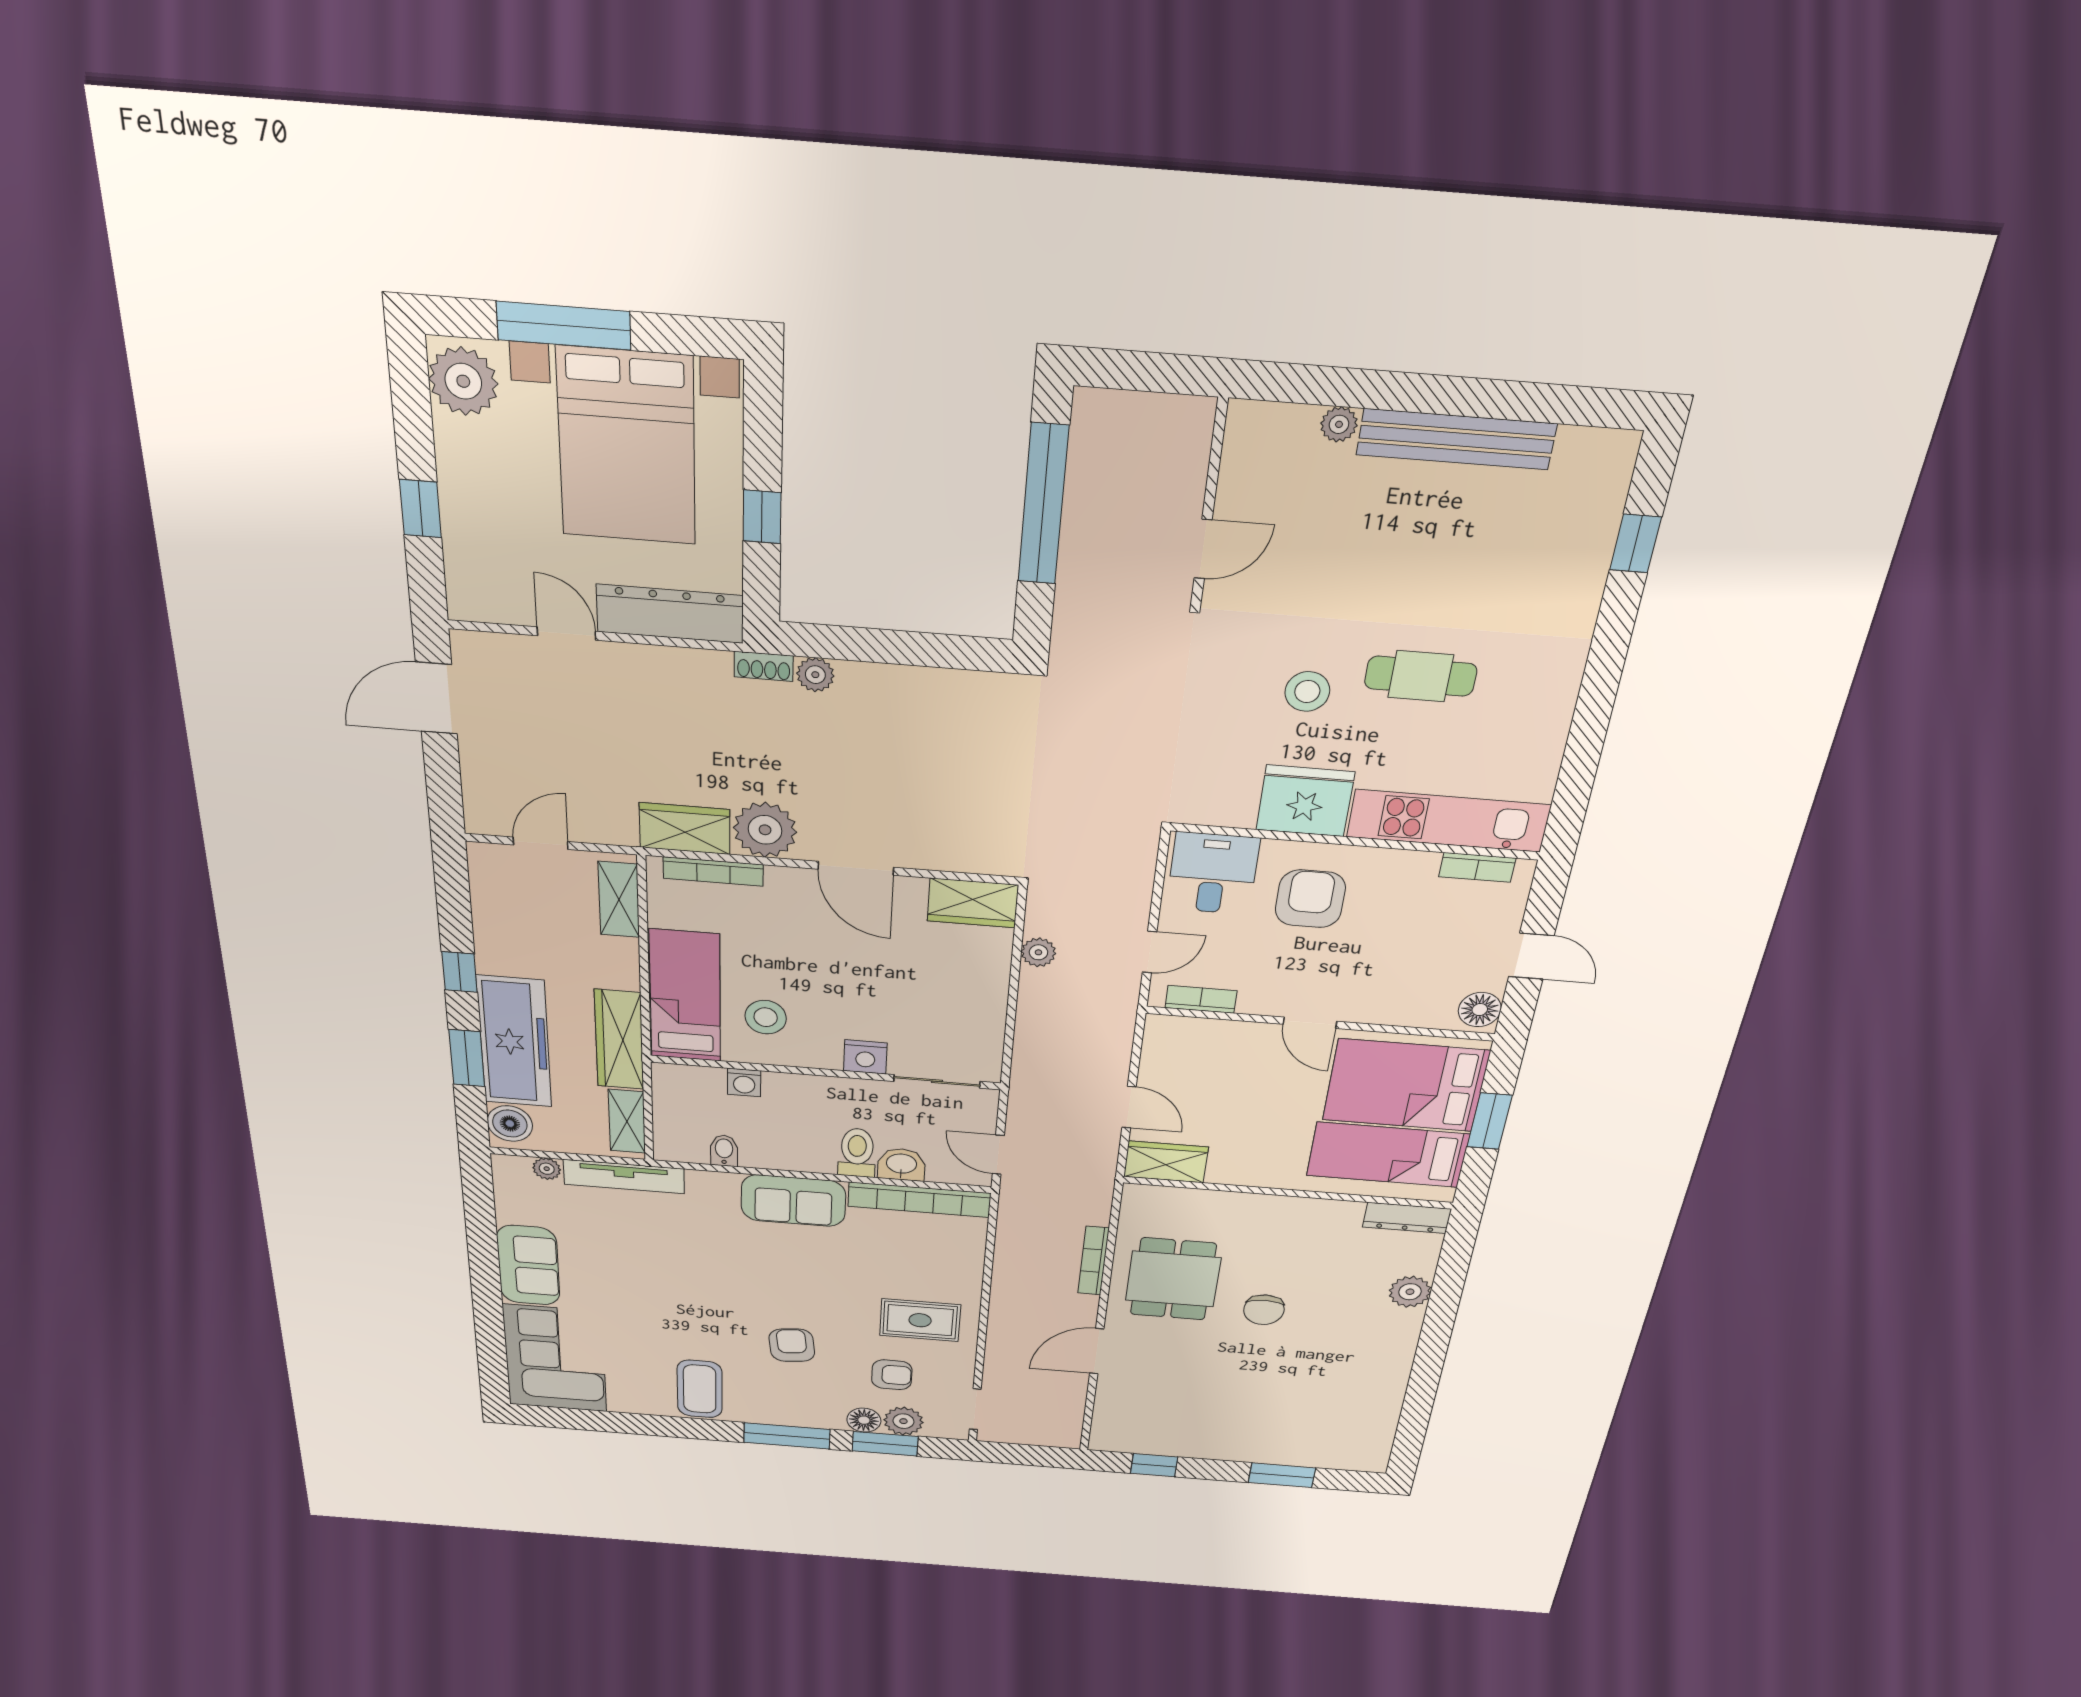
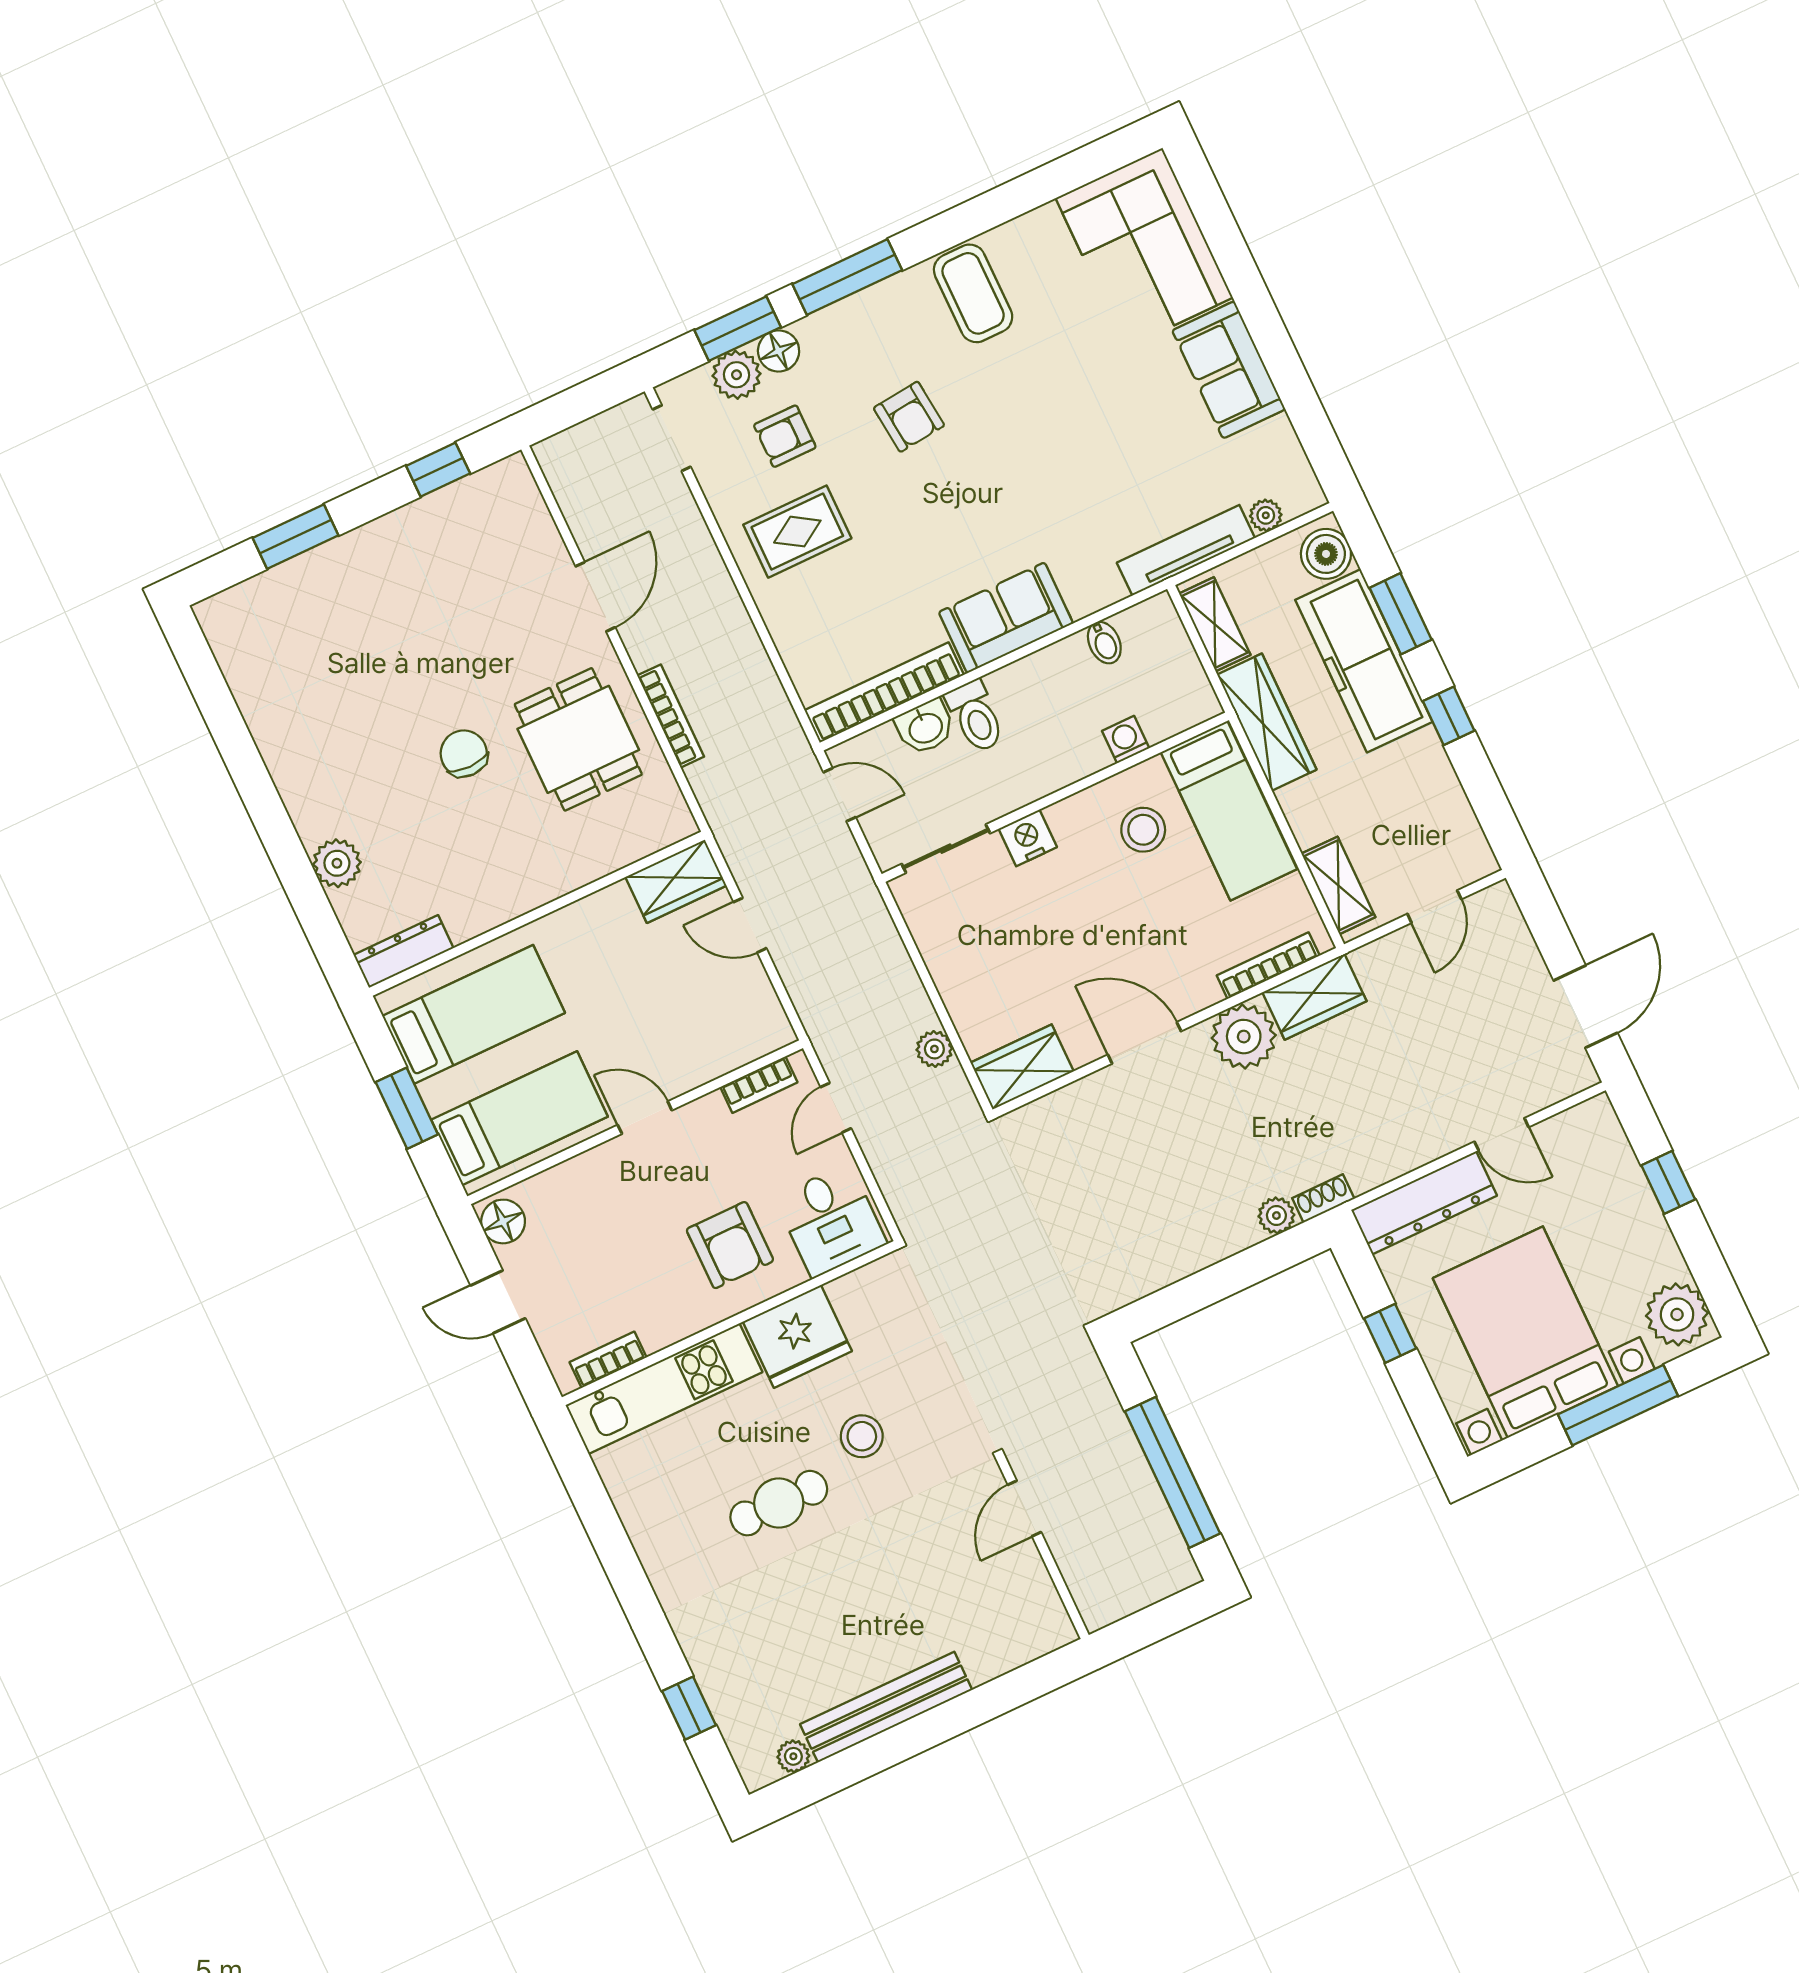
plant: (1339, 424) -> (793, 1756), moved
bed: (1406, 1085) -> (519, 1118), width x0.67

